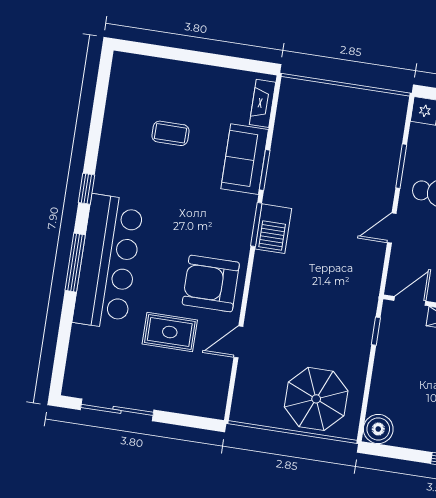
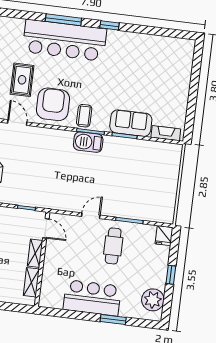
coffee table: (170, 133) -> (84, 116), moved
door: (392, 228) -> (91, 216), hinge flipped

